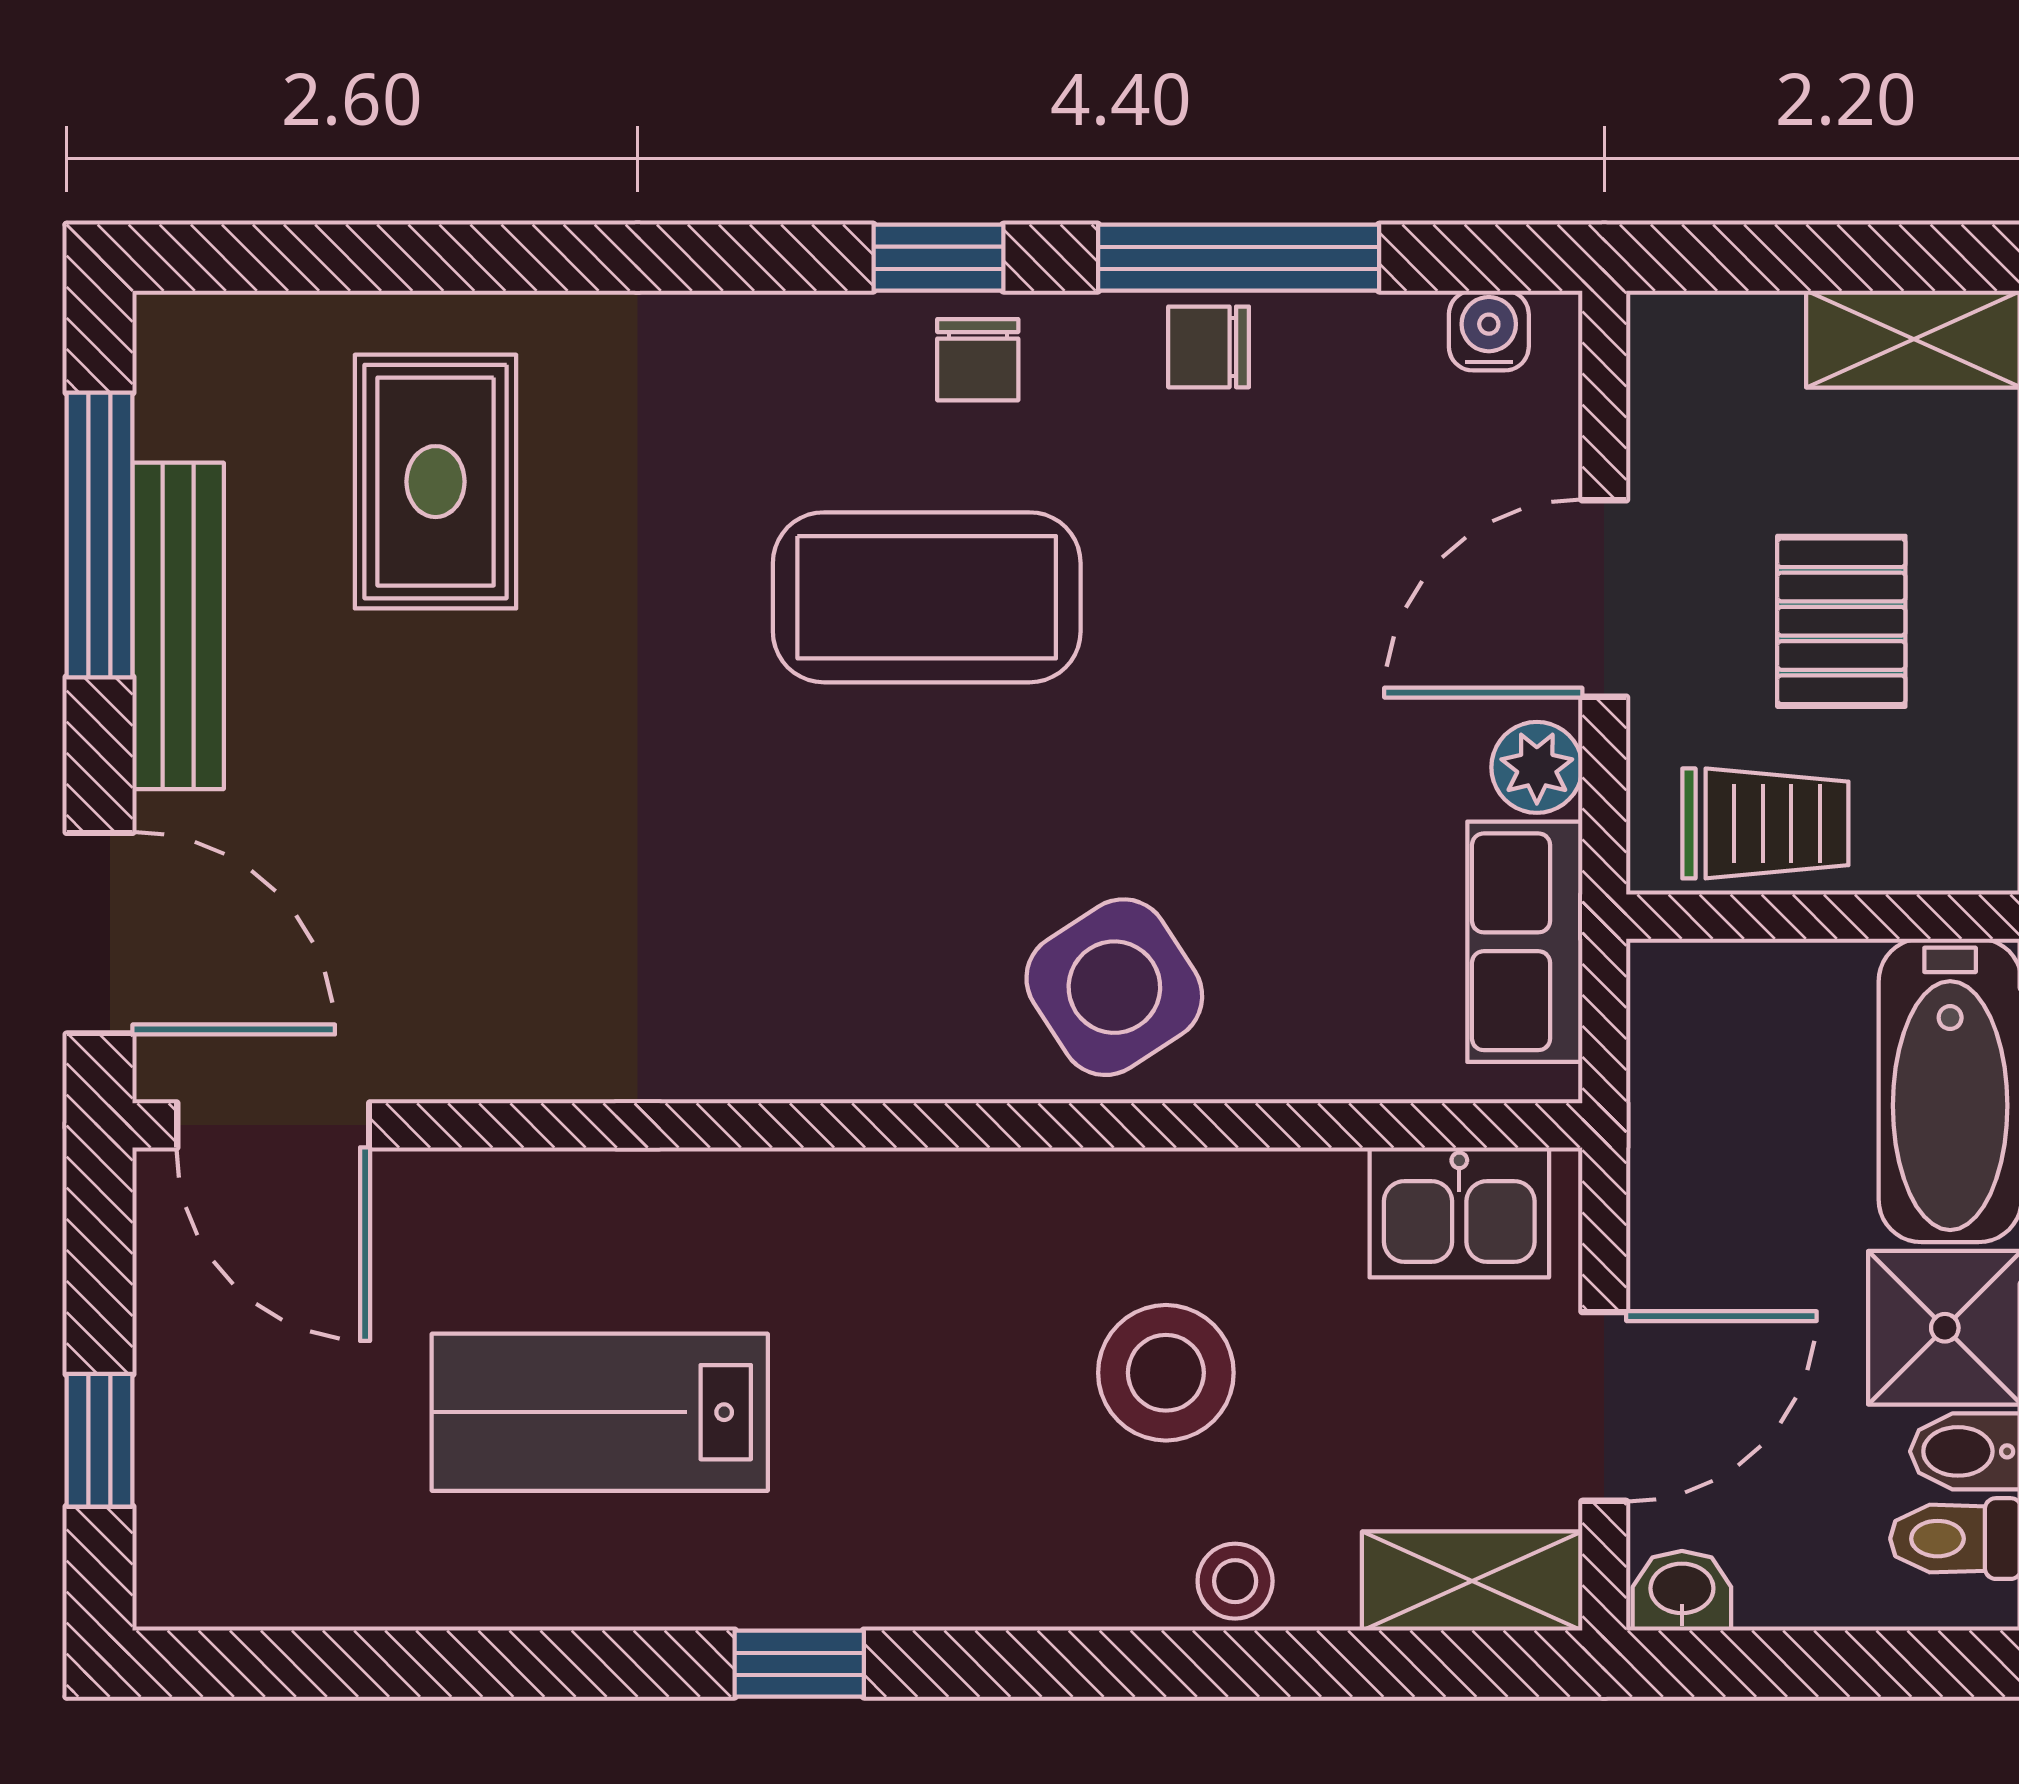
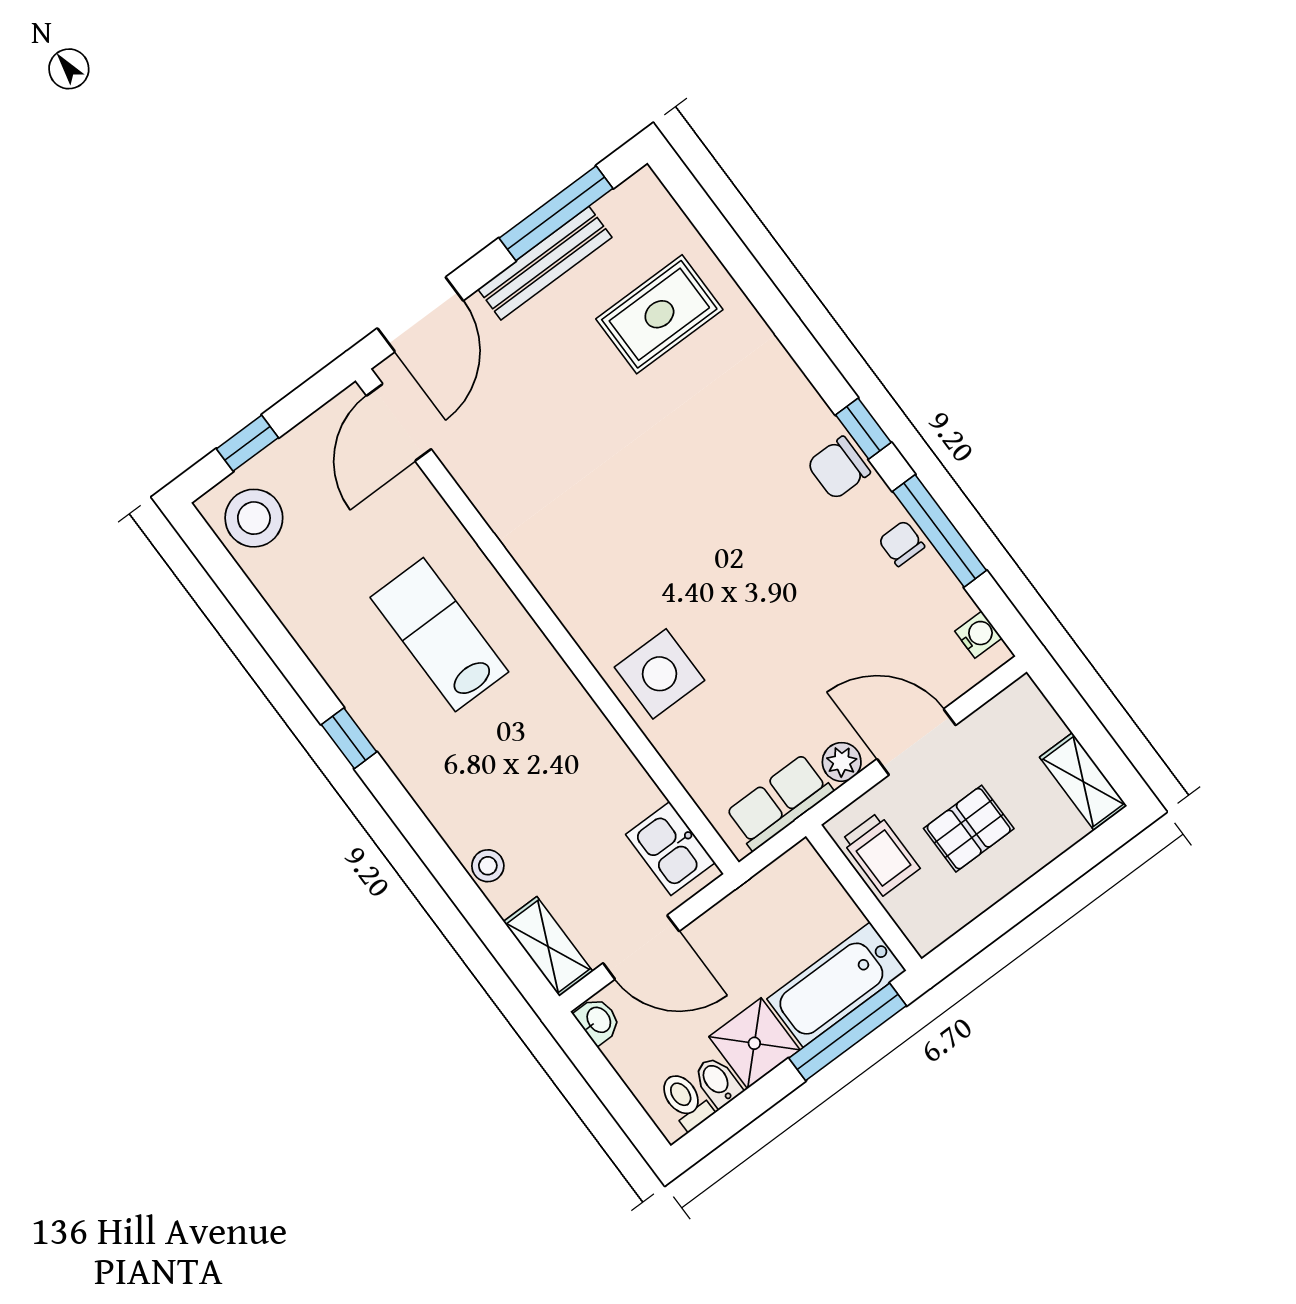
chair: (978, 360) -> (839, 468), width x1.37, depth x1.37
coffee table: (927, 597) -> (745, 511), removed
side table: (1114, 987) -> (660, 674), turned 33
stool: (1166, 1373) -> (254, 518), moved
lab bench: (600, 1412) -> (439, 635), moved

